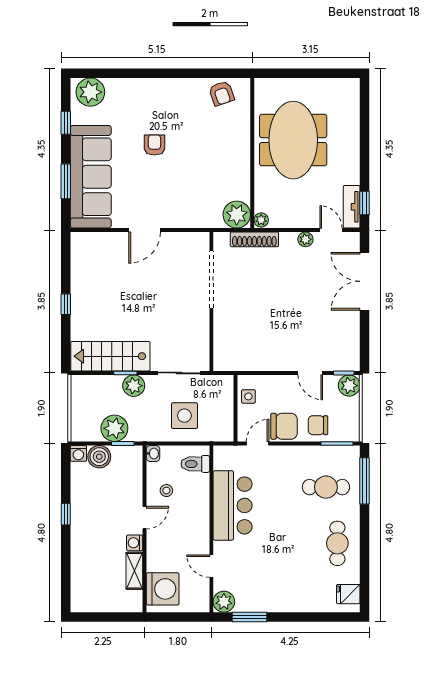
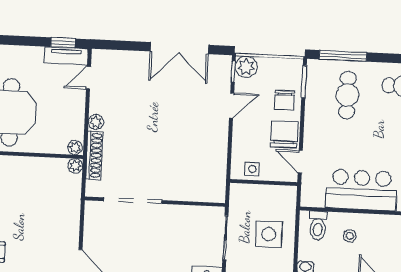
plant: (237, 215) -> (75, 166), width x0.53, depth x0.53
plant: (305, 239) -> (96, 122), moved
double door: (364, 281) -> (179, 48), moved
stool: (166, 491) -> (350, 236), moved

